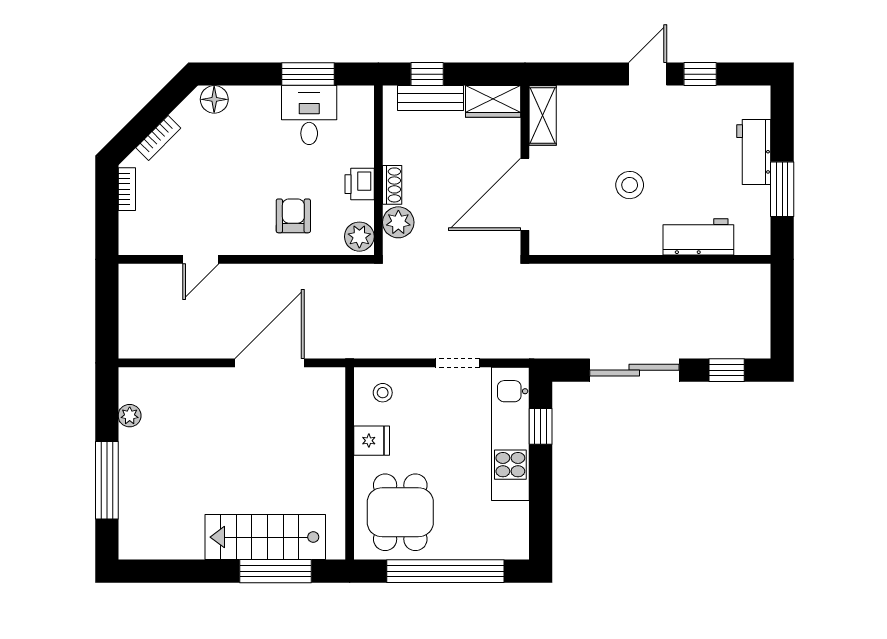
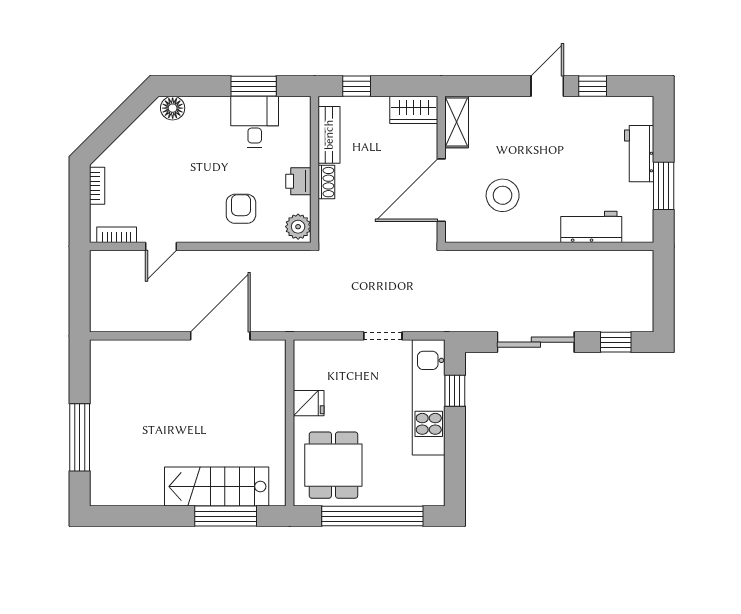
bench: (430, 98) -> (329, 135), moved, turned 90
bookcase: (158, 138) -> (117, 235), moved, turned -135
stool: (630, 185) -> (503, 195), moved, width x1.38, depth x1.38
plant: (398, 222) -> (332, 214), removed
stool: (383, 393) -> (318, 362), removed
plant: (130, 416) -> (99, 382), removed

